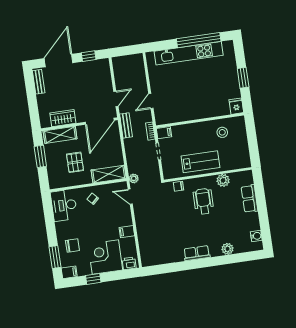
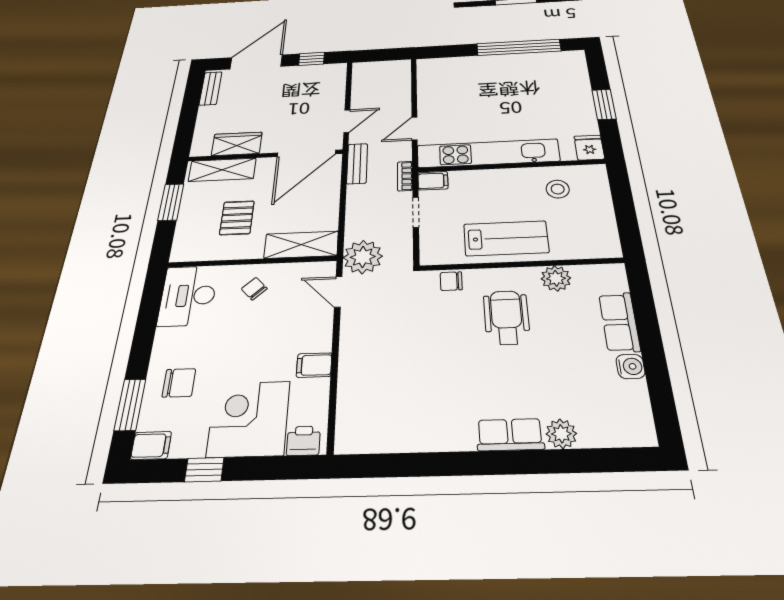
kitchen unit: (189, 53) -> (488, 153), moved, turned 180
plant: (134, 178) -> (363, 257), width x1.88, depth x1.88
water cooler: (256, 236) -> (630, 366), moved
row of seats: (197, 253) -> (510, 435), moved

